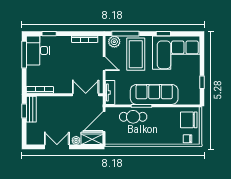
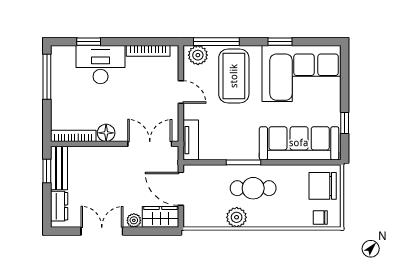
desk: (38, 50) -> (101, 65), moved, turned 90
floor lamp: (59, 88) -> (106, 133), added
sofa: (154, 94) -> (299, 143), moved
cafe table: (133, 117) -> (253, 188), moved
door: (104, 122) -> (181, 189), hinge flipped
dresser: (31, 132) -> (59, 206), added
plant: (137, 139) -> (237, 217), added

